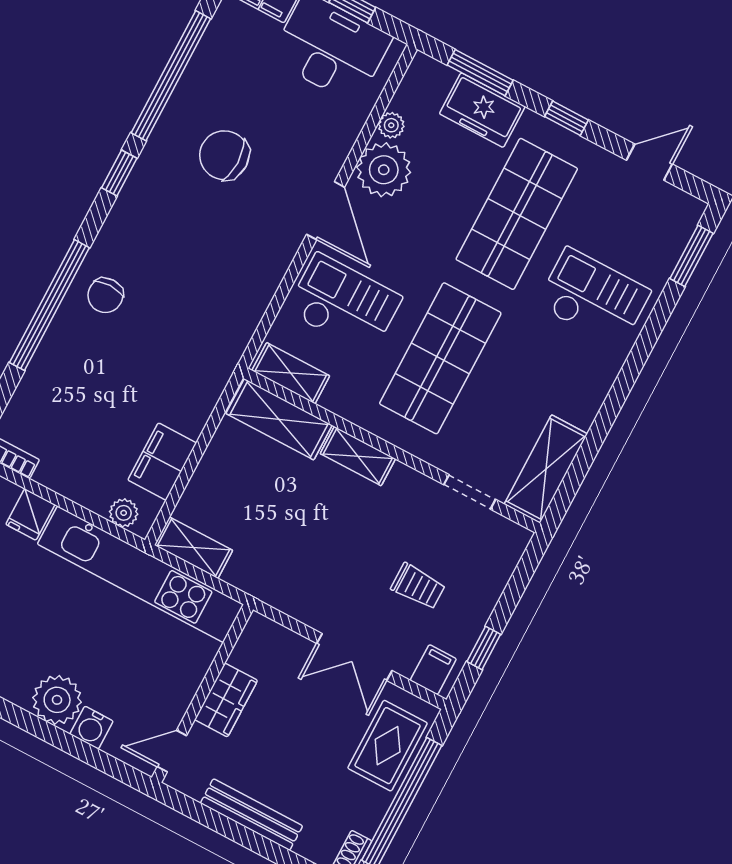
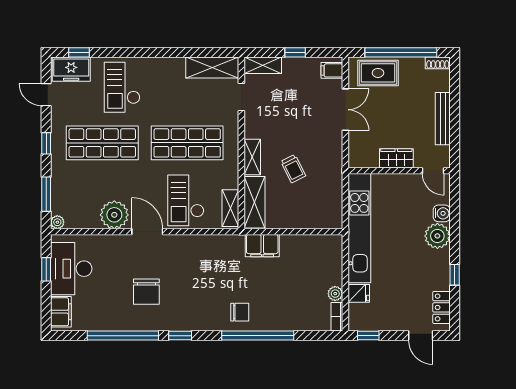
freezer: (482, 110) -> (71, 69), moved, turned 90
plant: (391, 125) -> (57, 222), moved
door: (326, 211) -> (147, 232), hinge flipped
window: (691, 256) -> (79, 52), width x0.67
filing cabinet: (162, 462) -> (262, 246), moved
plant: (124, 513) -> (335, 294), moved
shelving: (193, 548) -> (263, 65), moved, turned 90
trolley: (418, 586) -> (293, 169), moved, turned 153
window: (484, 648) -> (295, 52), moved

